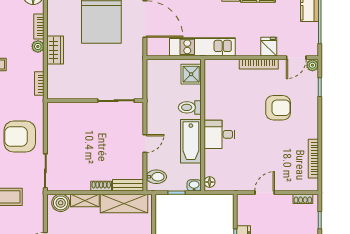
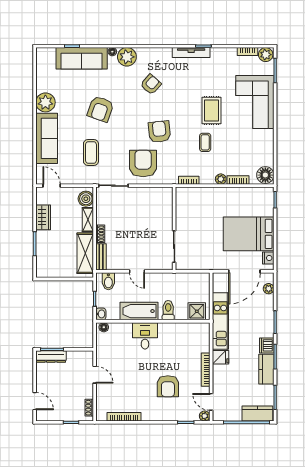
fridge: (269, 47) -> (221, 357), moved
wardrobe: (55, 50) -> (218, 194), removed

